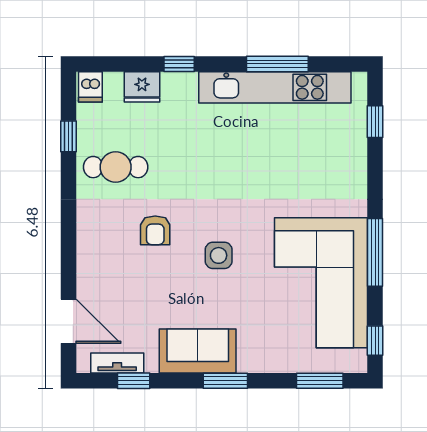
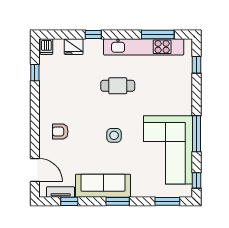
window: (277, 64) -> (158, 34), moved
cafe table: (116, 167) -> (118, 86), moved
armchair: (155, 230) -> (60, 132), moved, turned 90
sofa: (198, 351) -> (103, 186), width x1.36

